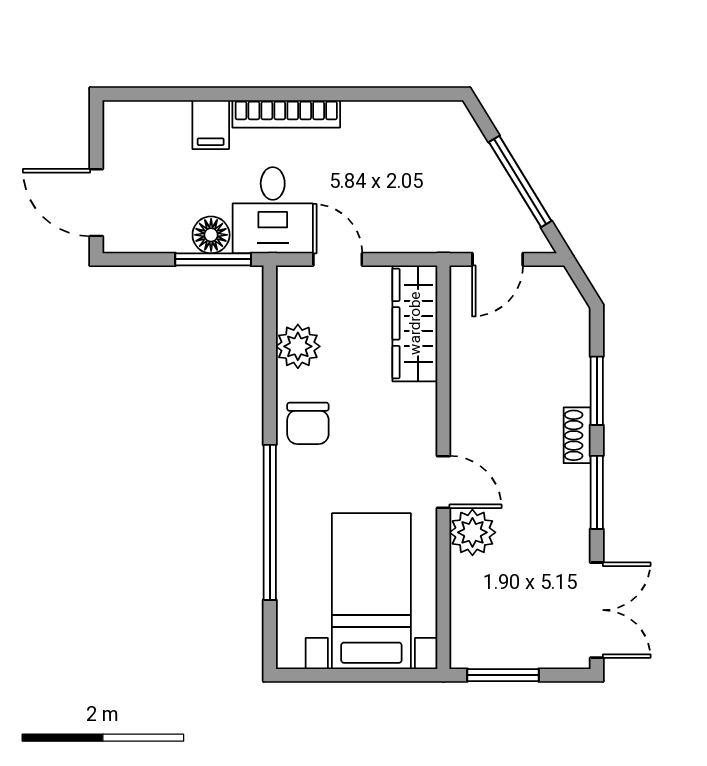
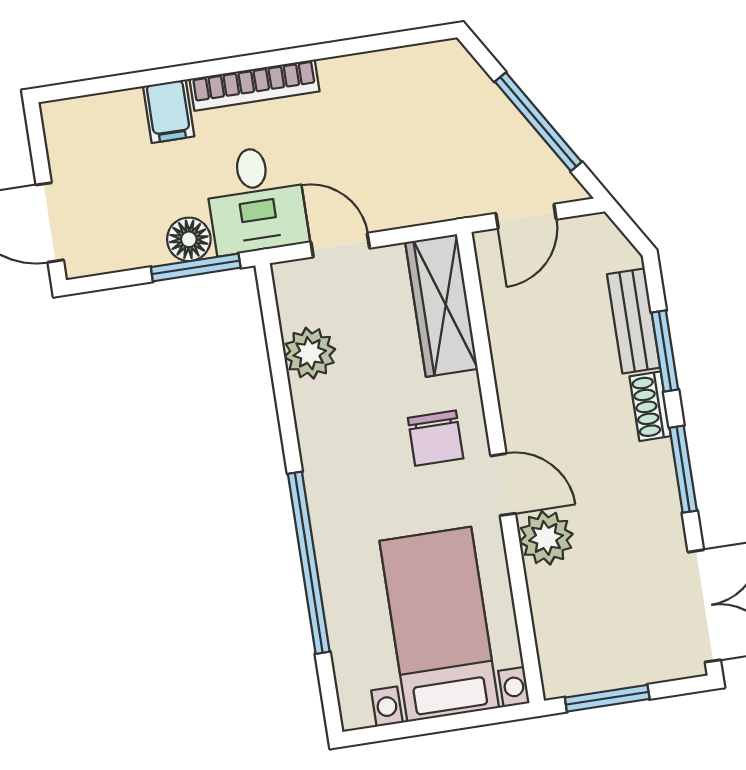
bench: (574, 361) -> (634, 321), added
chair: (308, 423) -> (436, 438), moved

